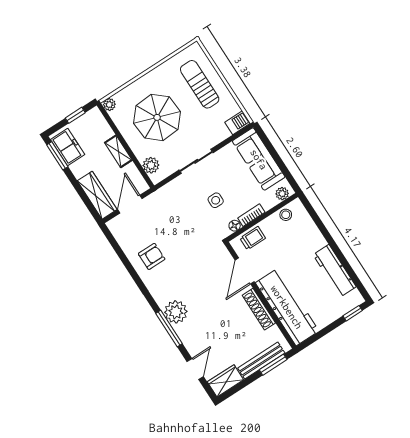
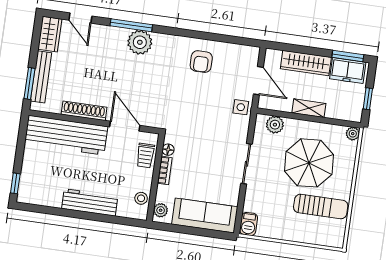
sun lounger: (200, 84) -> (321, 206), moved
wardrobe: (97, 195) -> (306, 63), moved
side table: (216, 200) -> (241, 107), moved
workbench: (335, 271) -> (90, 202), moved

